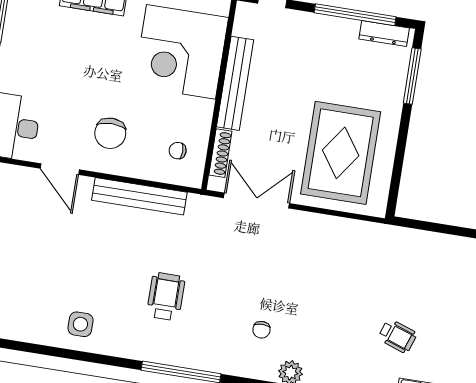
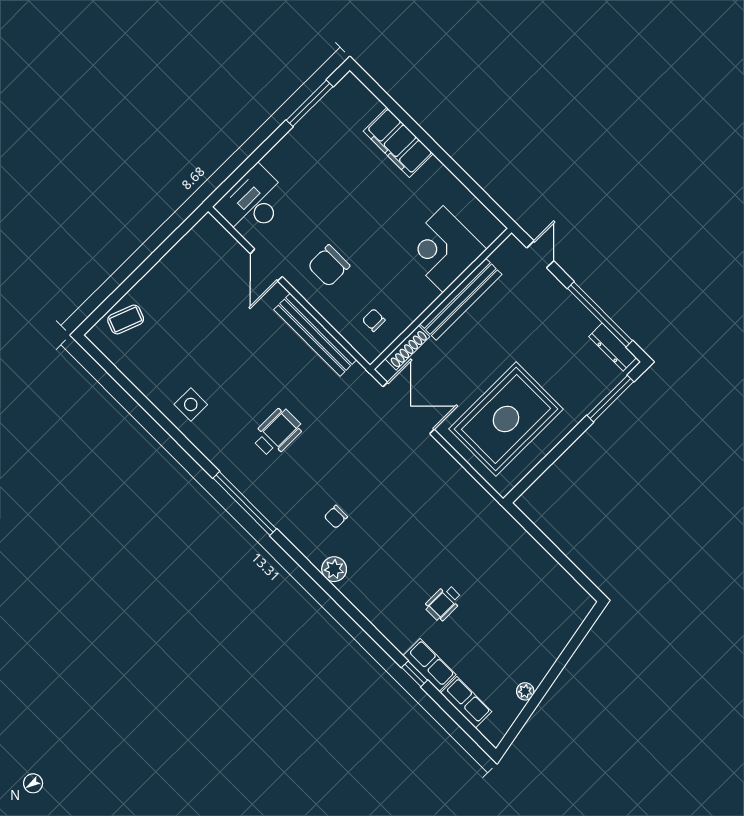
corner desk: (181, 52) -> (443, 249), width x0.74, depth x0.74
wheelchair: (397, 336) -> (443, 603), turned 71

